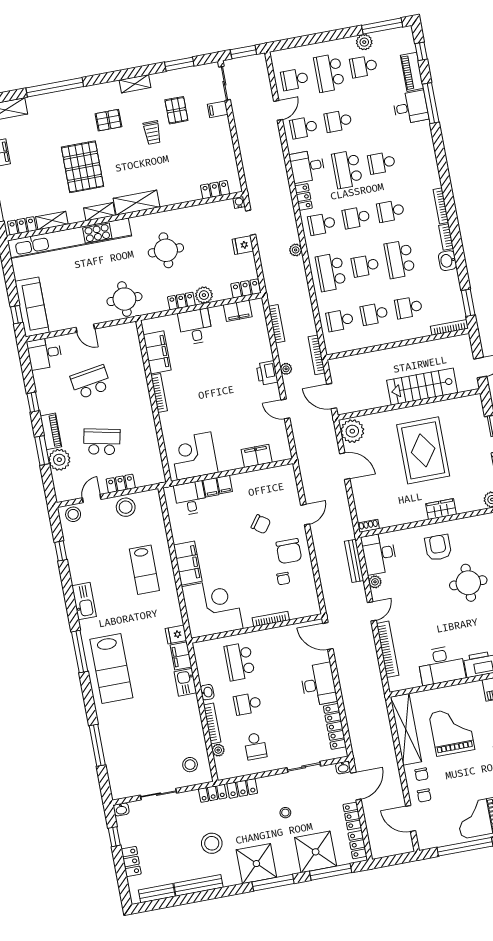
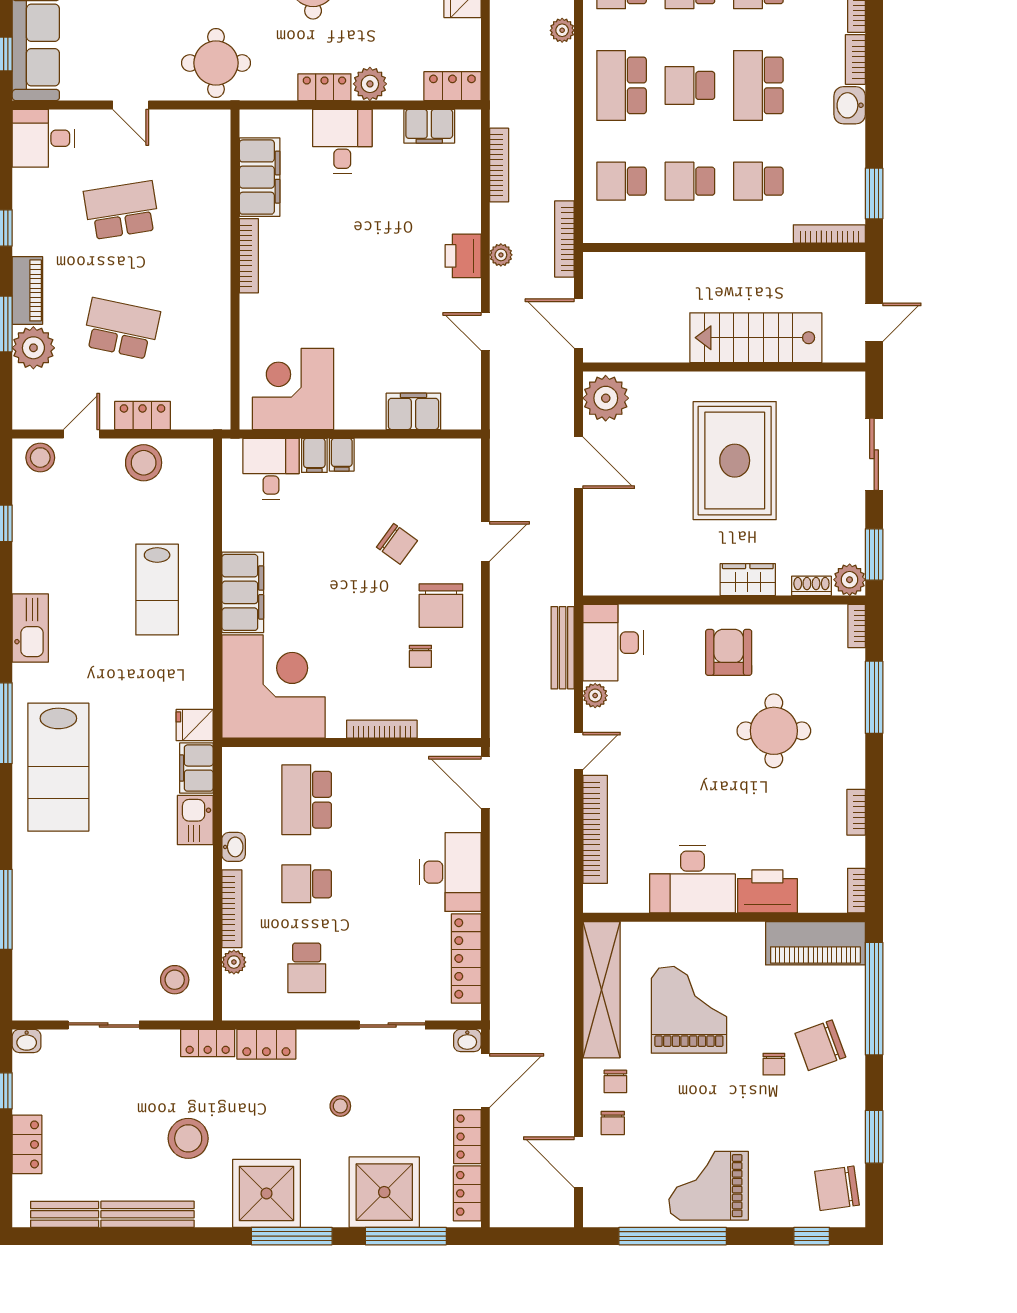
shoe rack: (368, 526) -> (811, 586), moved

